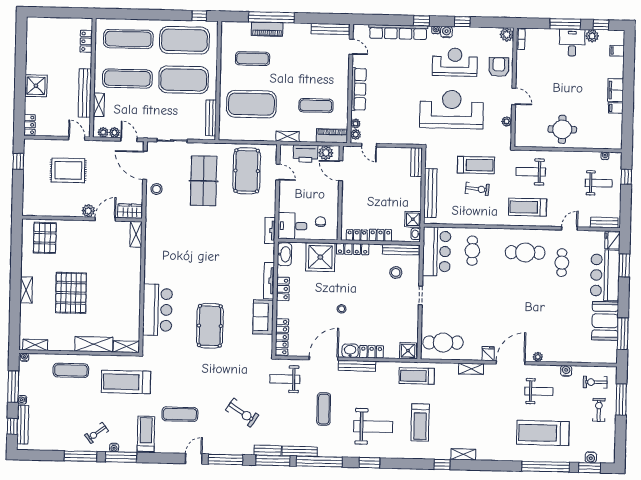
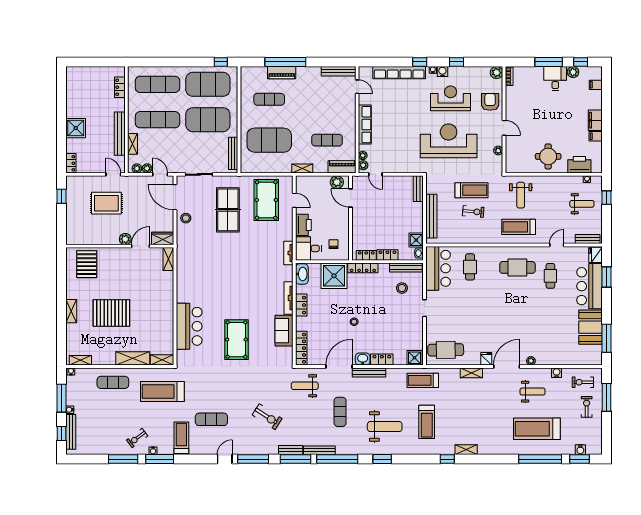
printer: (597, 139) -> (579, 165), added
printer: (306, 154) -> (303, 225), moved, turned -90
weight bench: (531, 172) -> (521, 195), turned -90
pallet: (71, 293) -> (111, 313), turned 90

